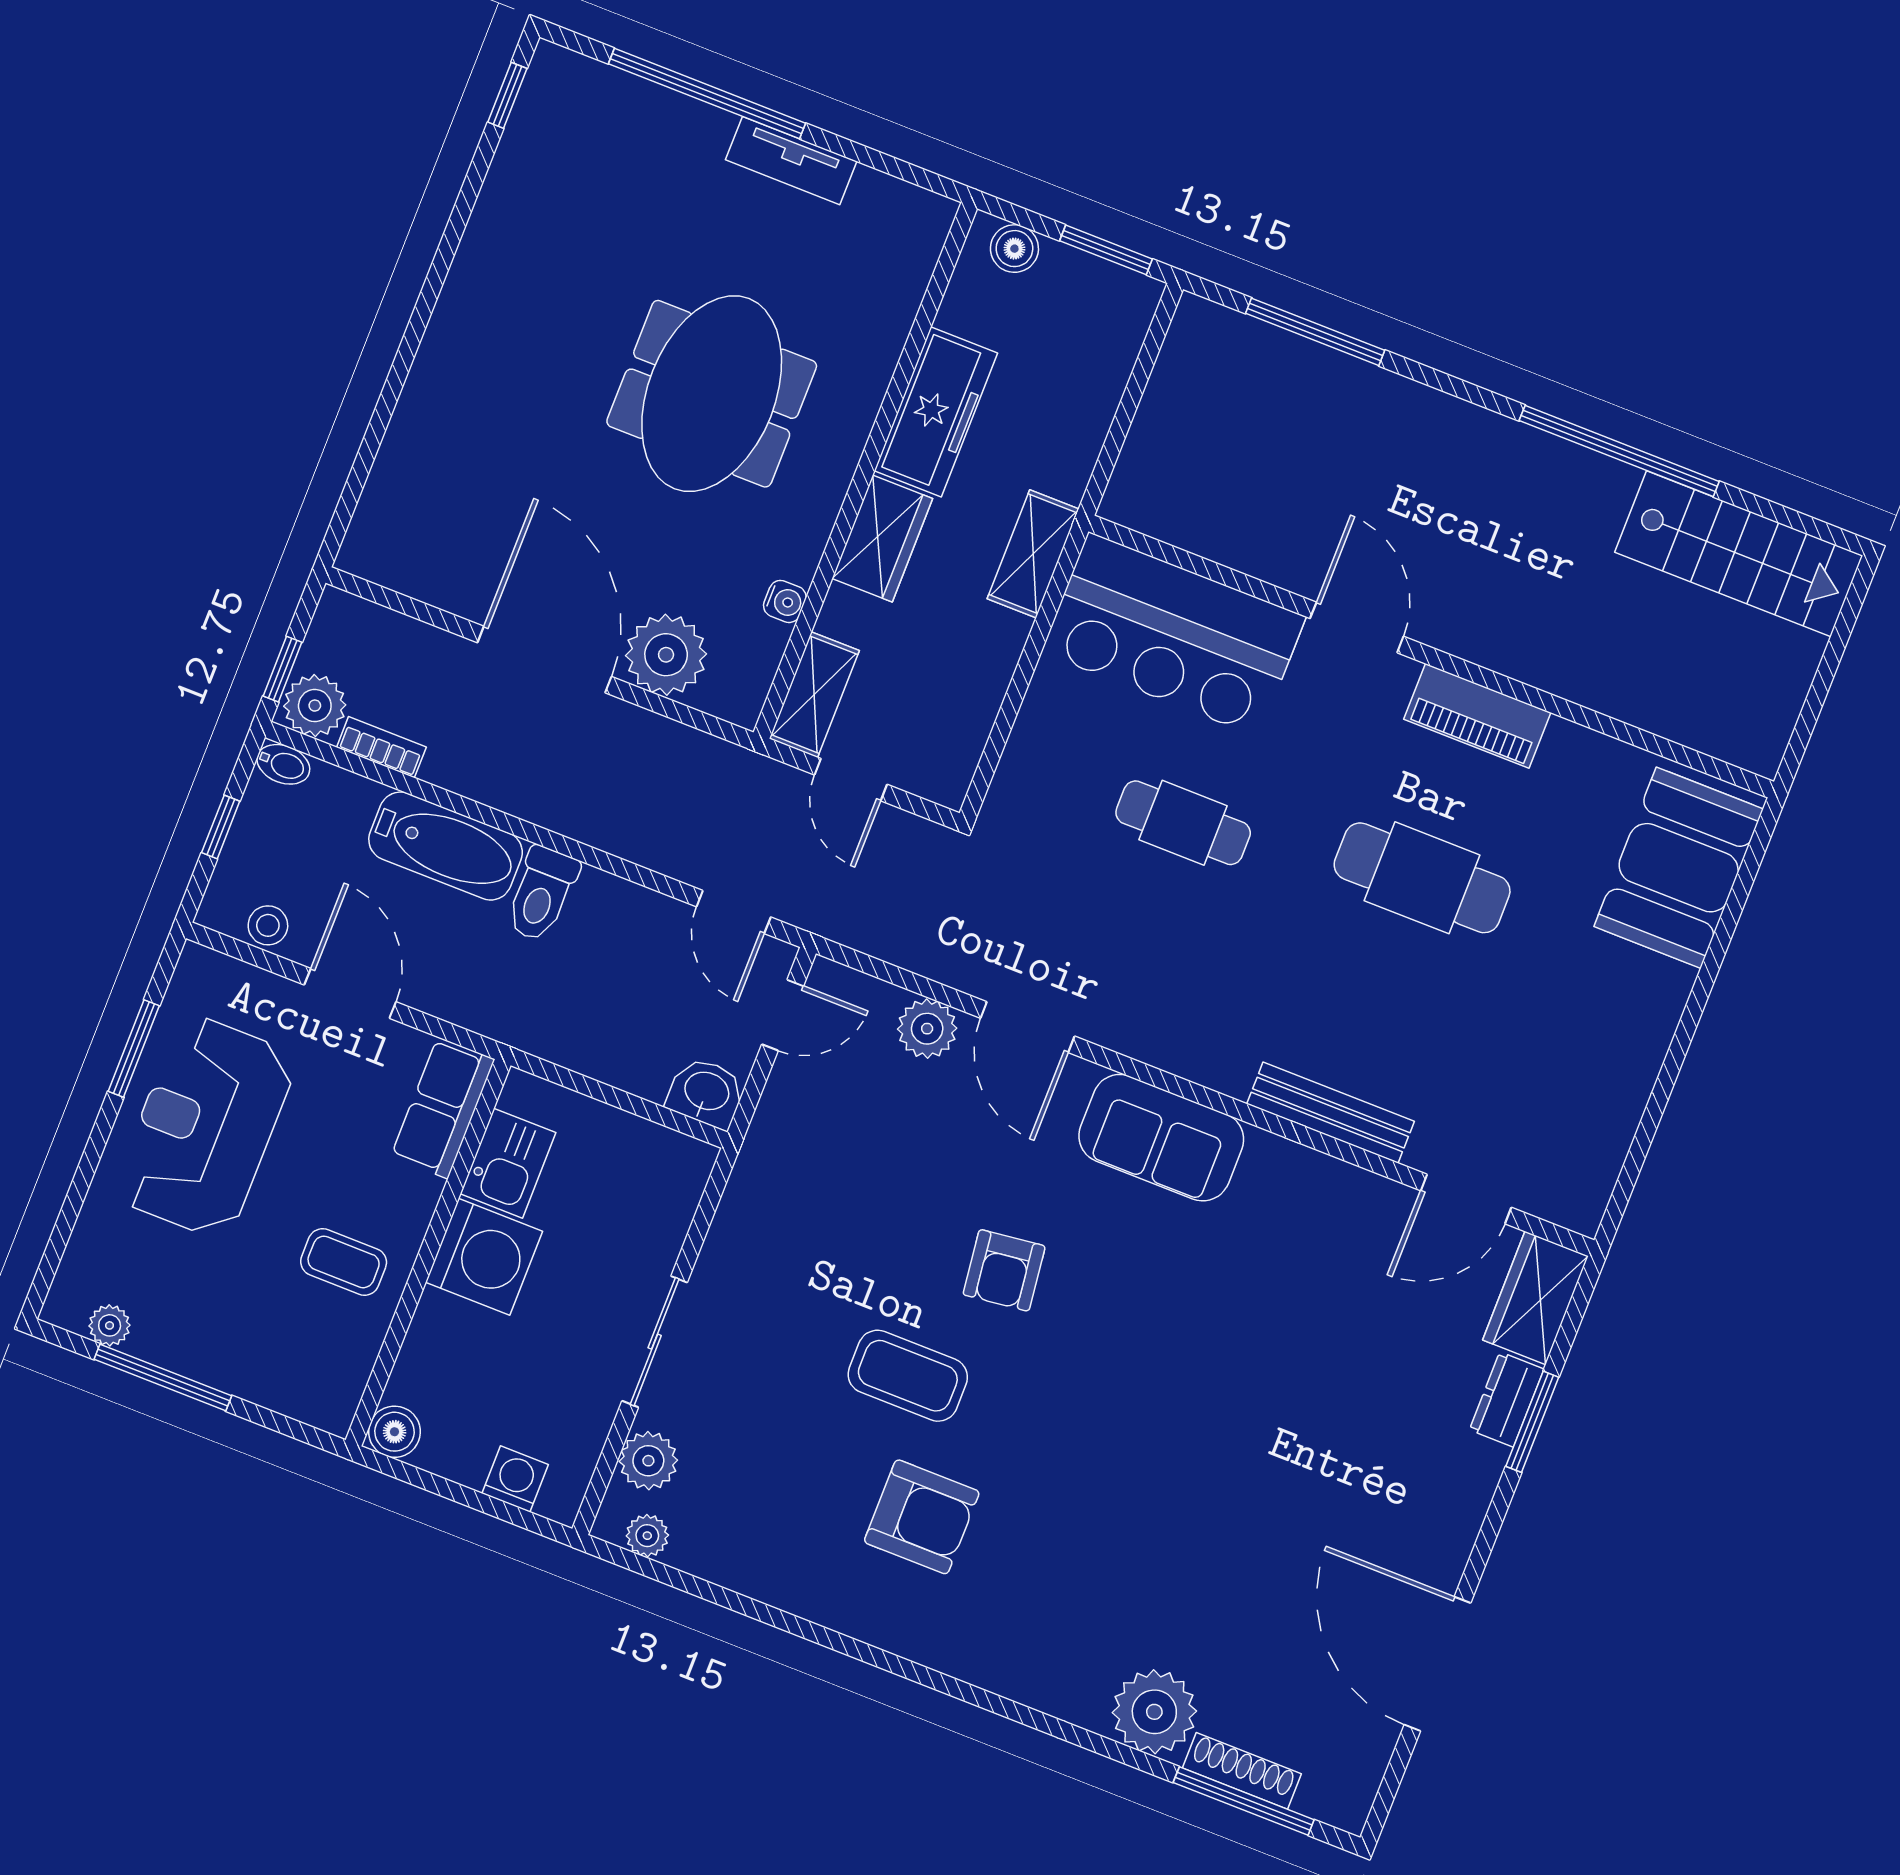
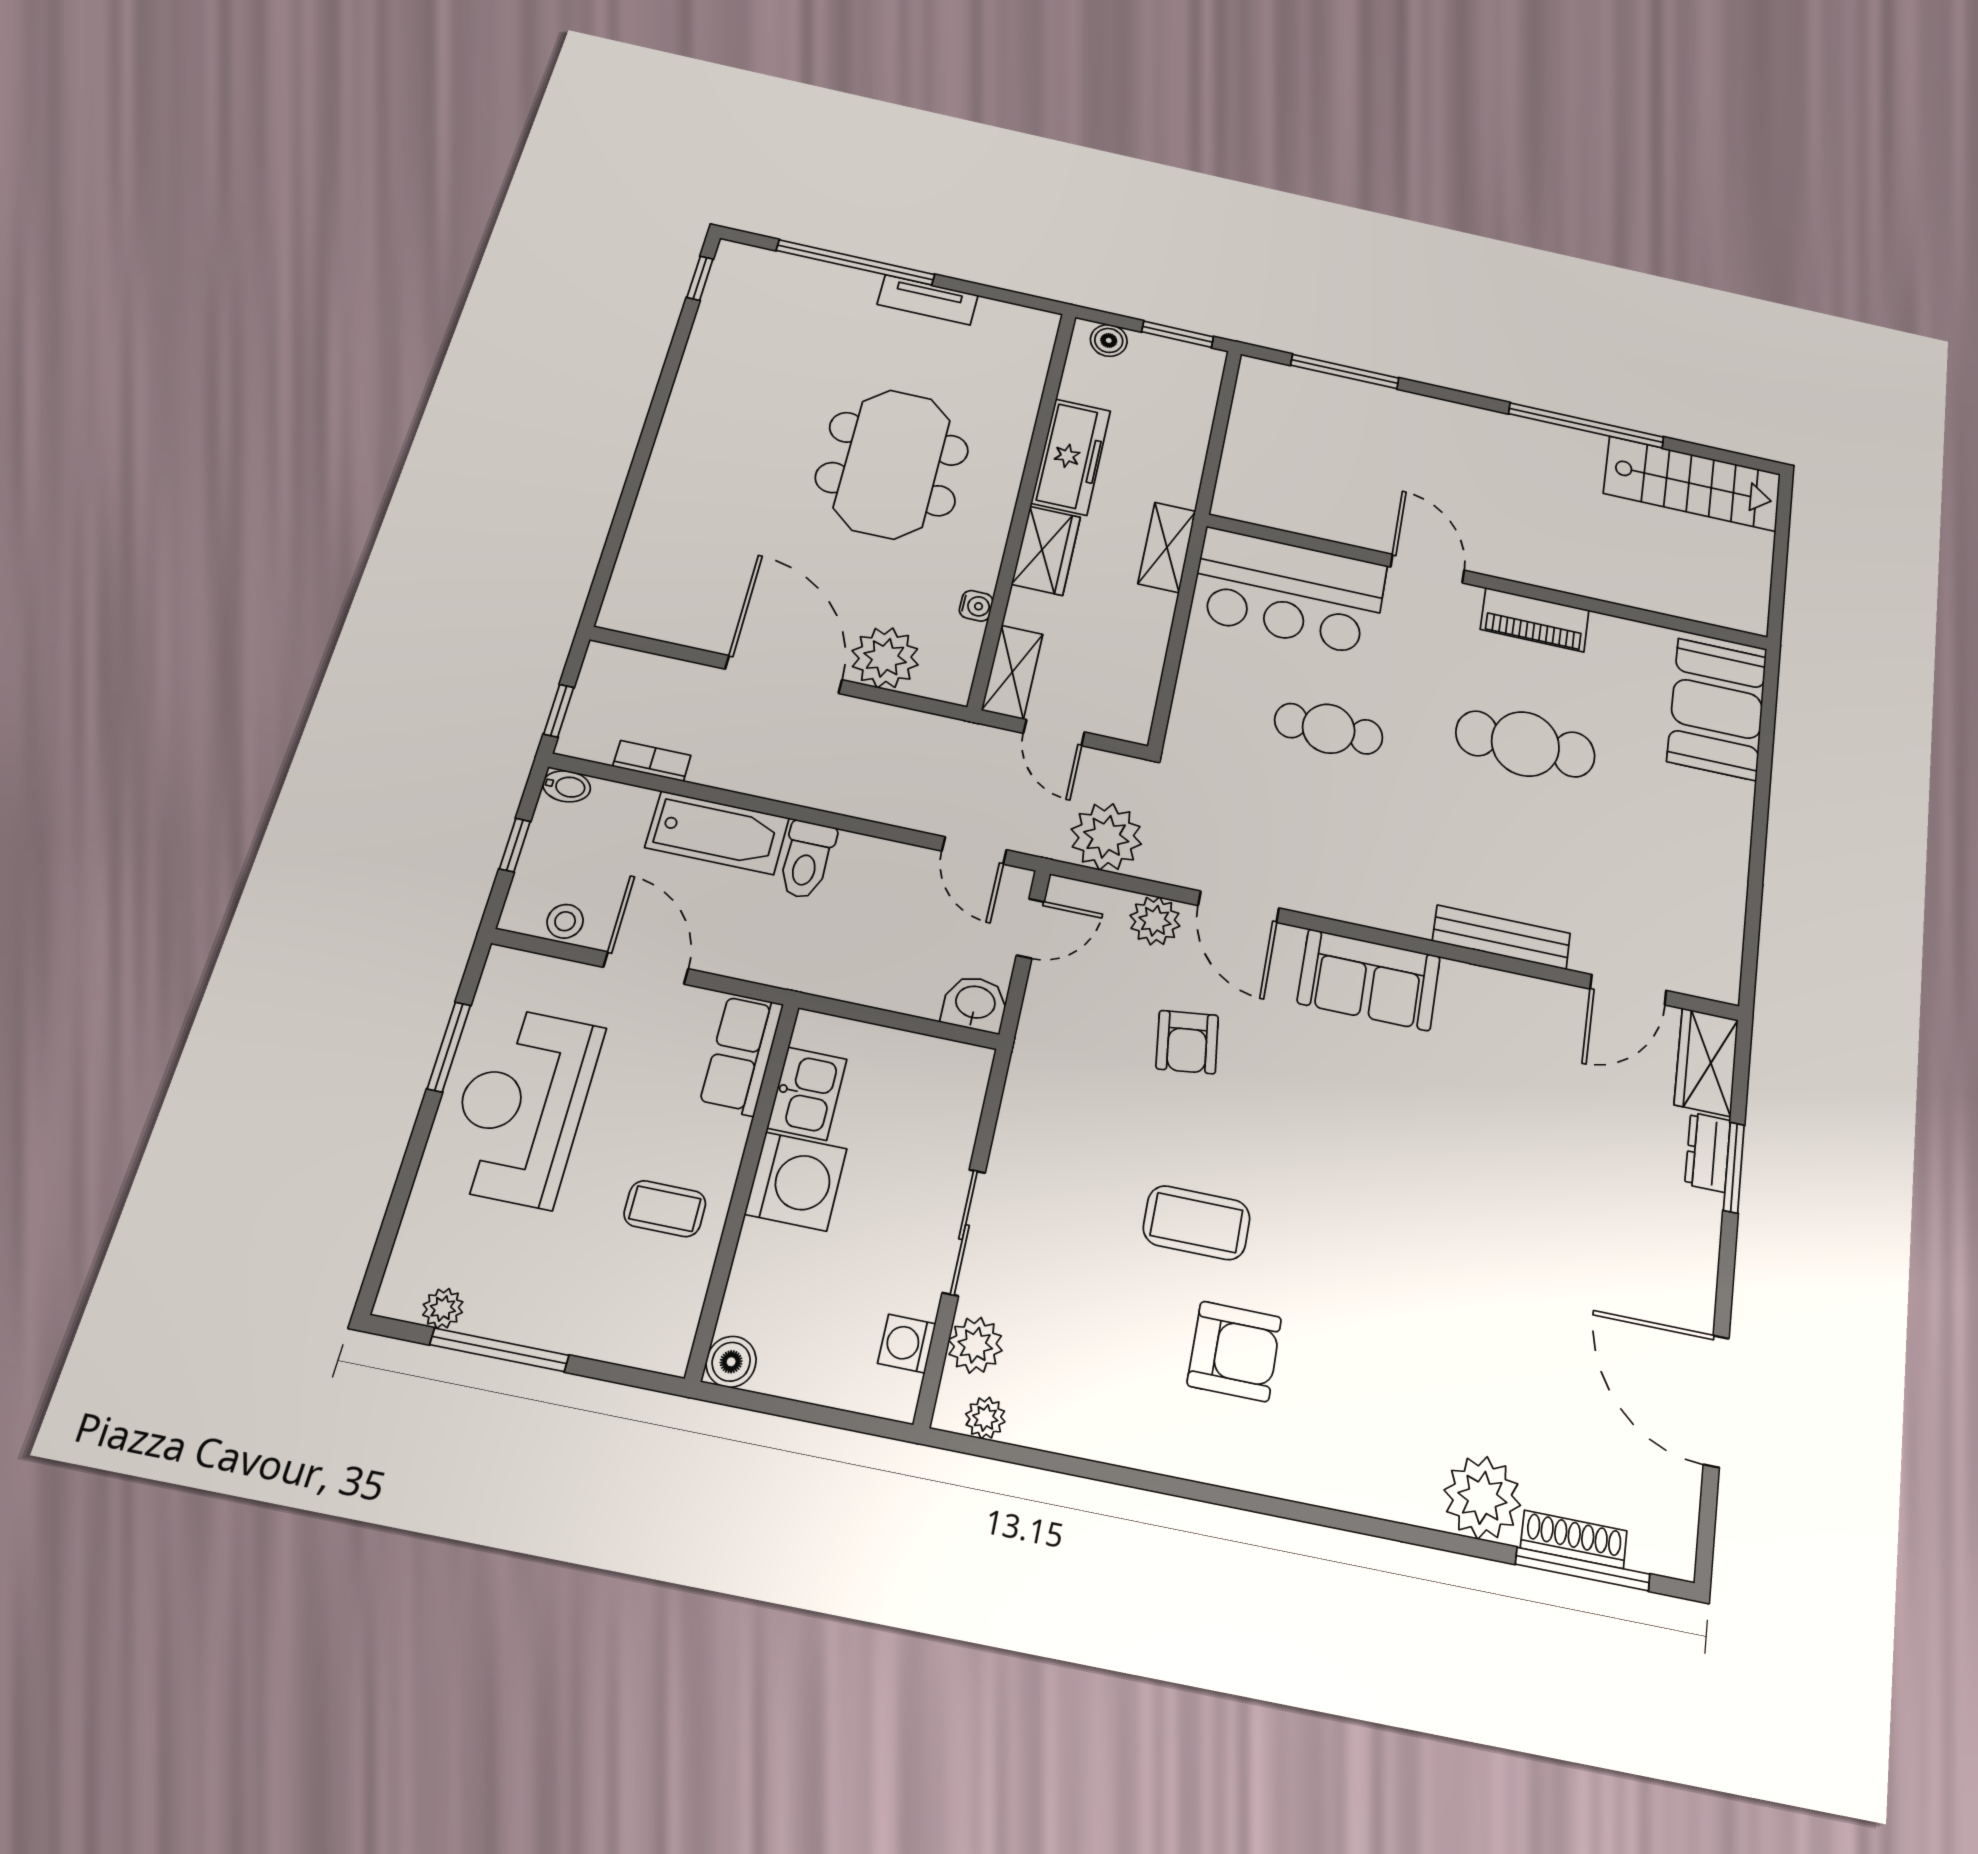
plant: (315, 706) -> (1106, 837), moved, width x1.36, depth x1.36
armchair: (1004, 1270) -> (1187, 1042), moved
washing machine: (515, 1479) -> (907, 1344), moved, turned -90

